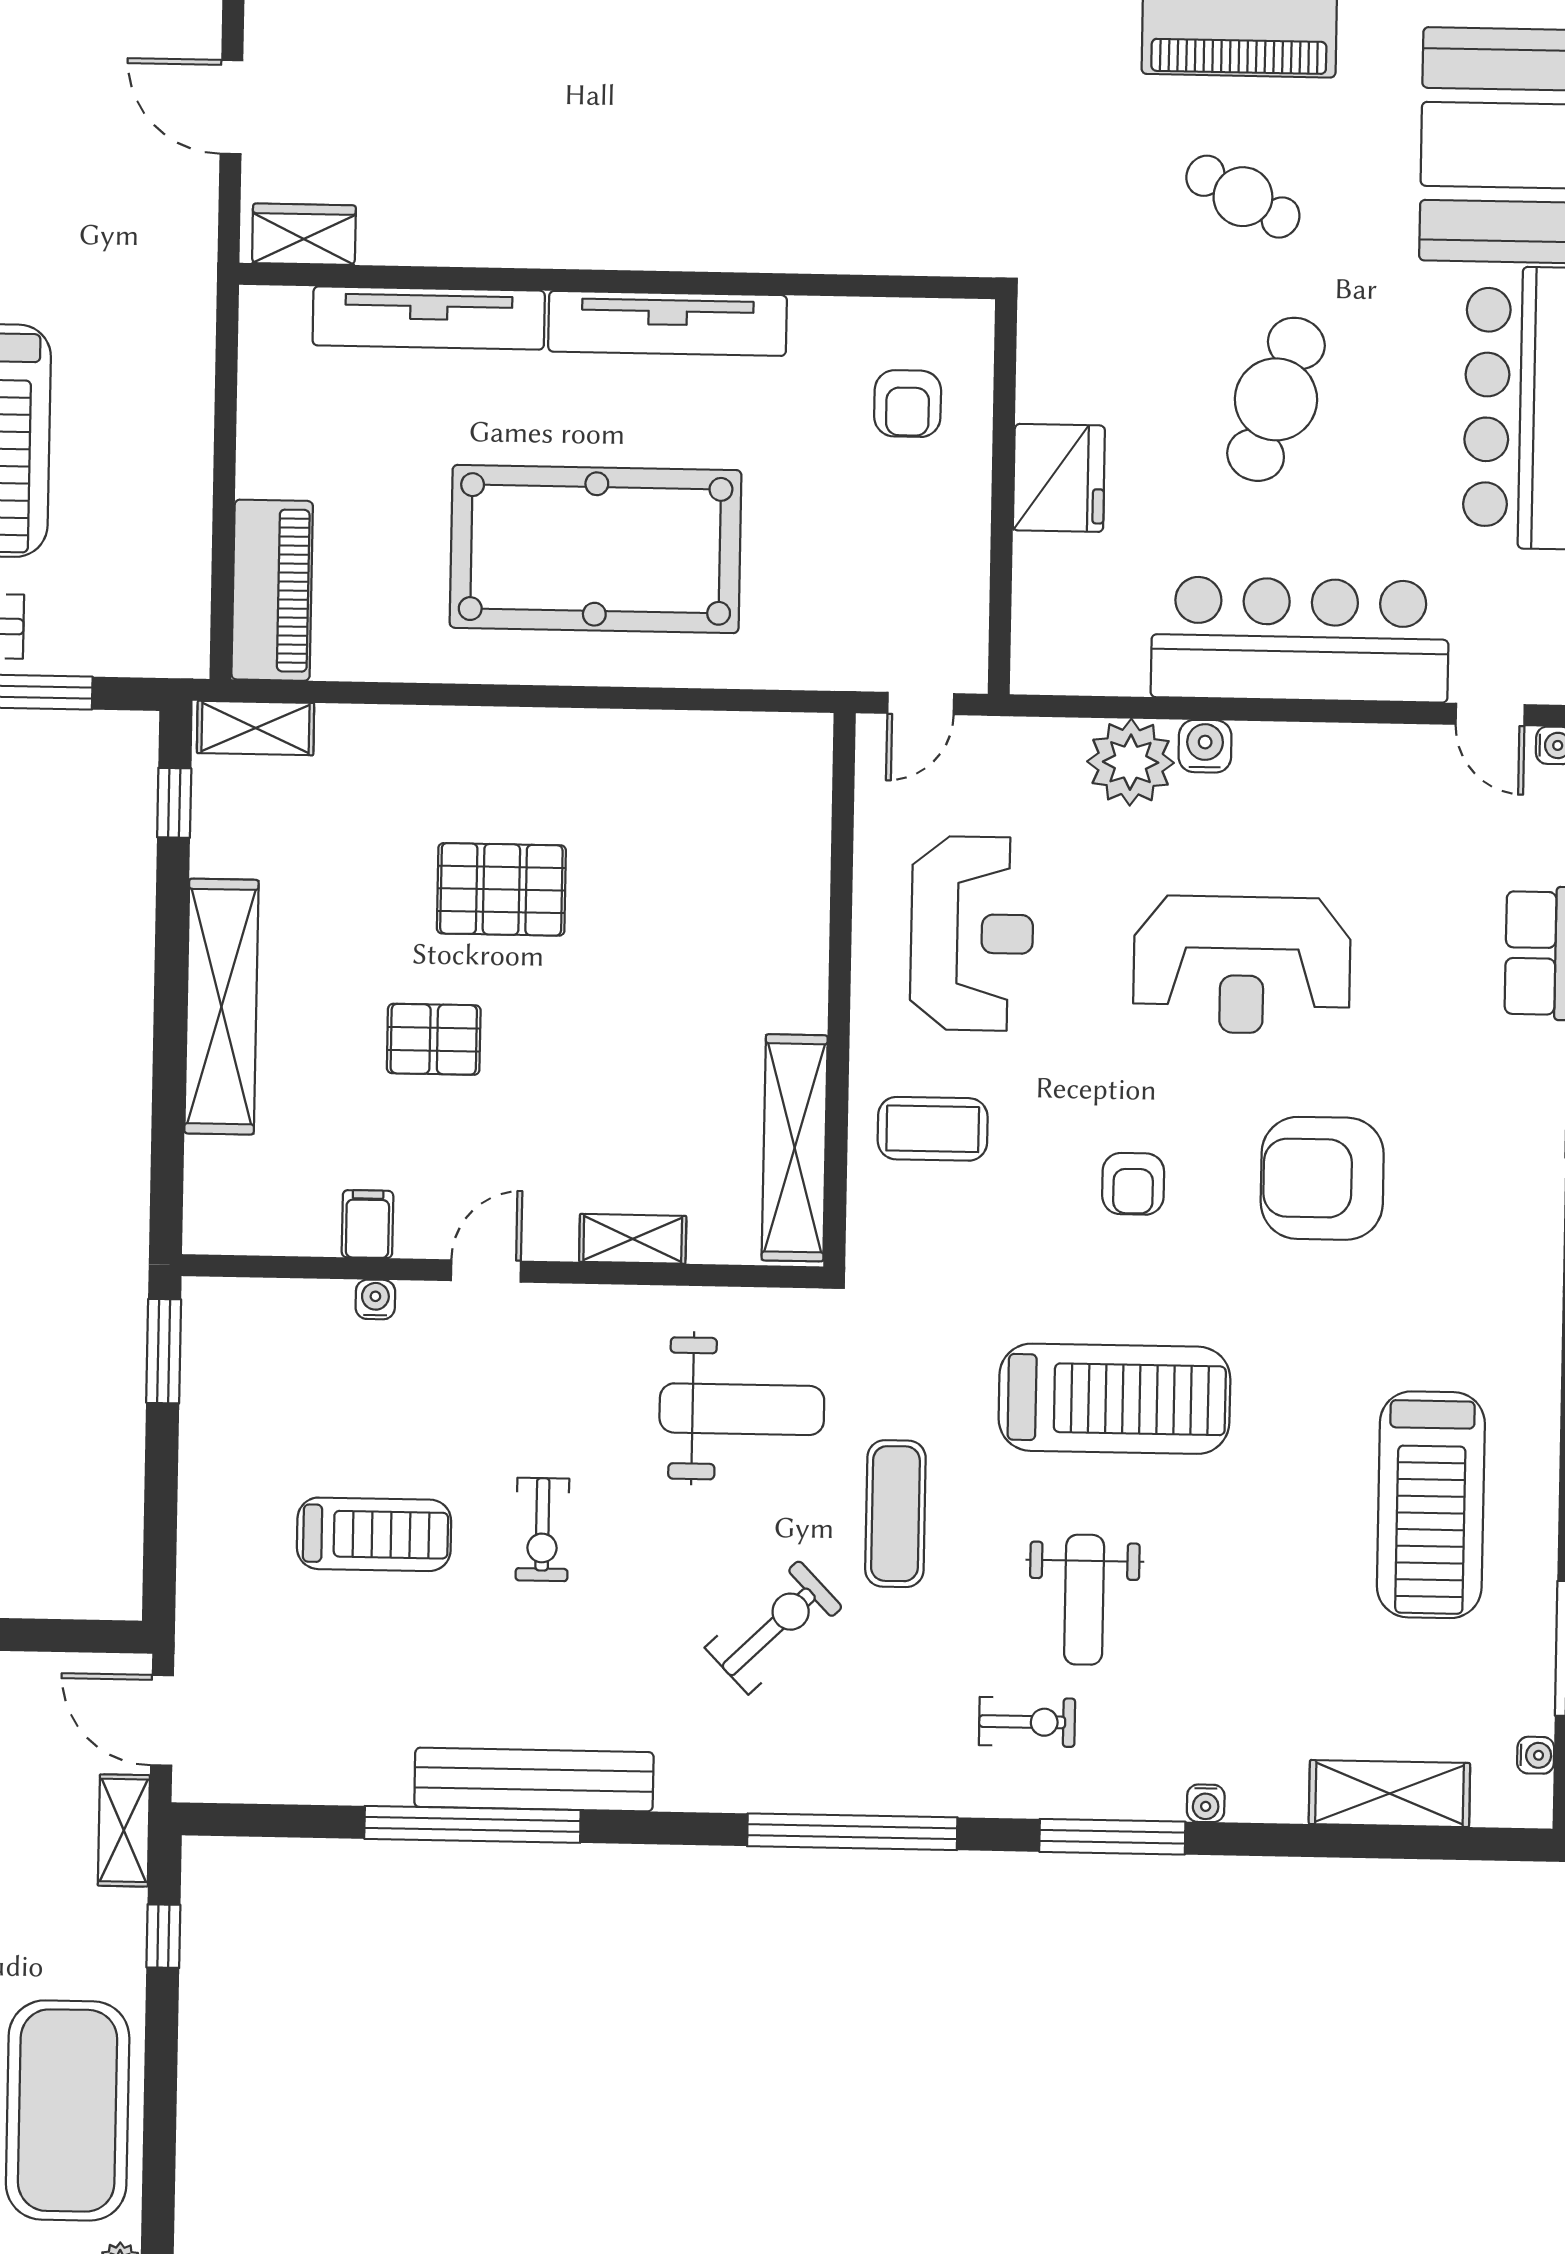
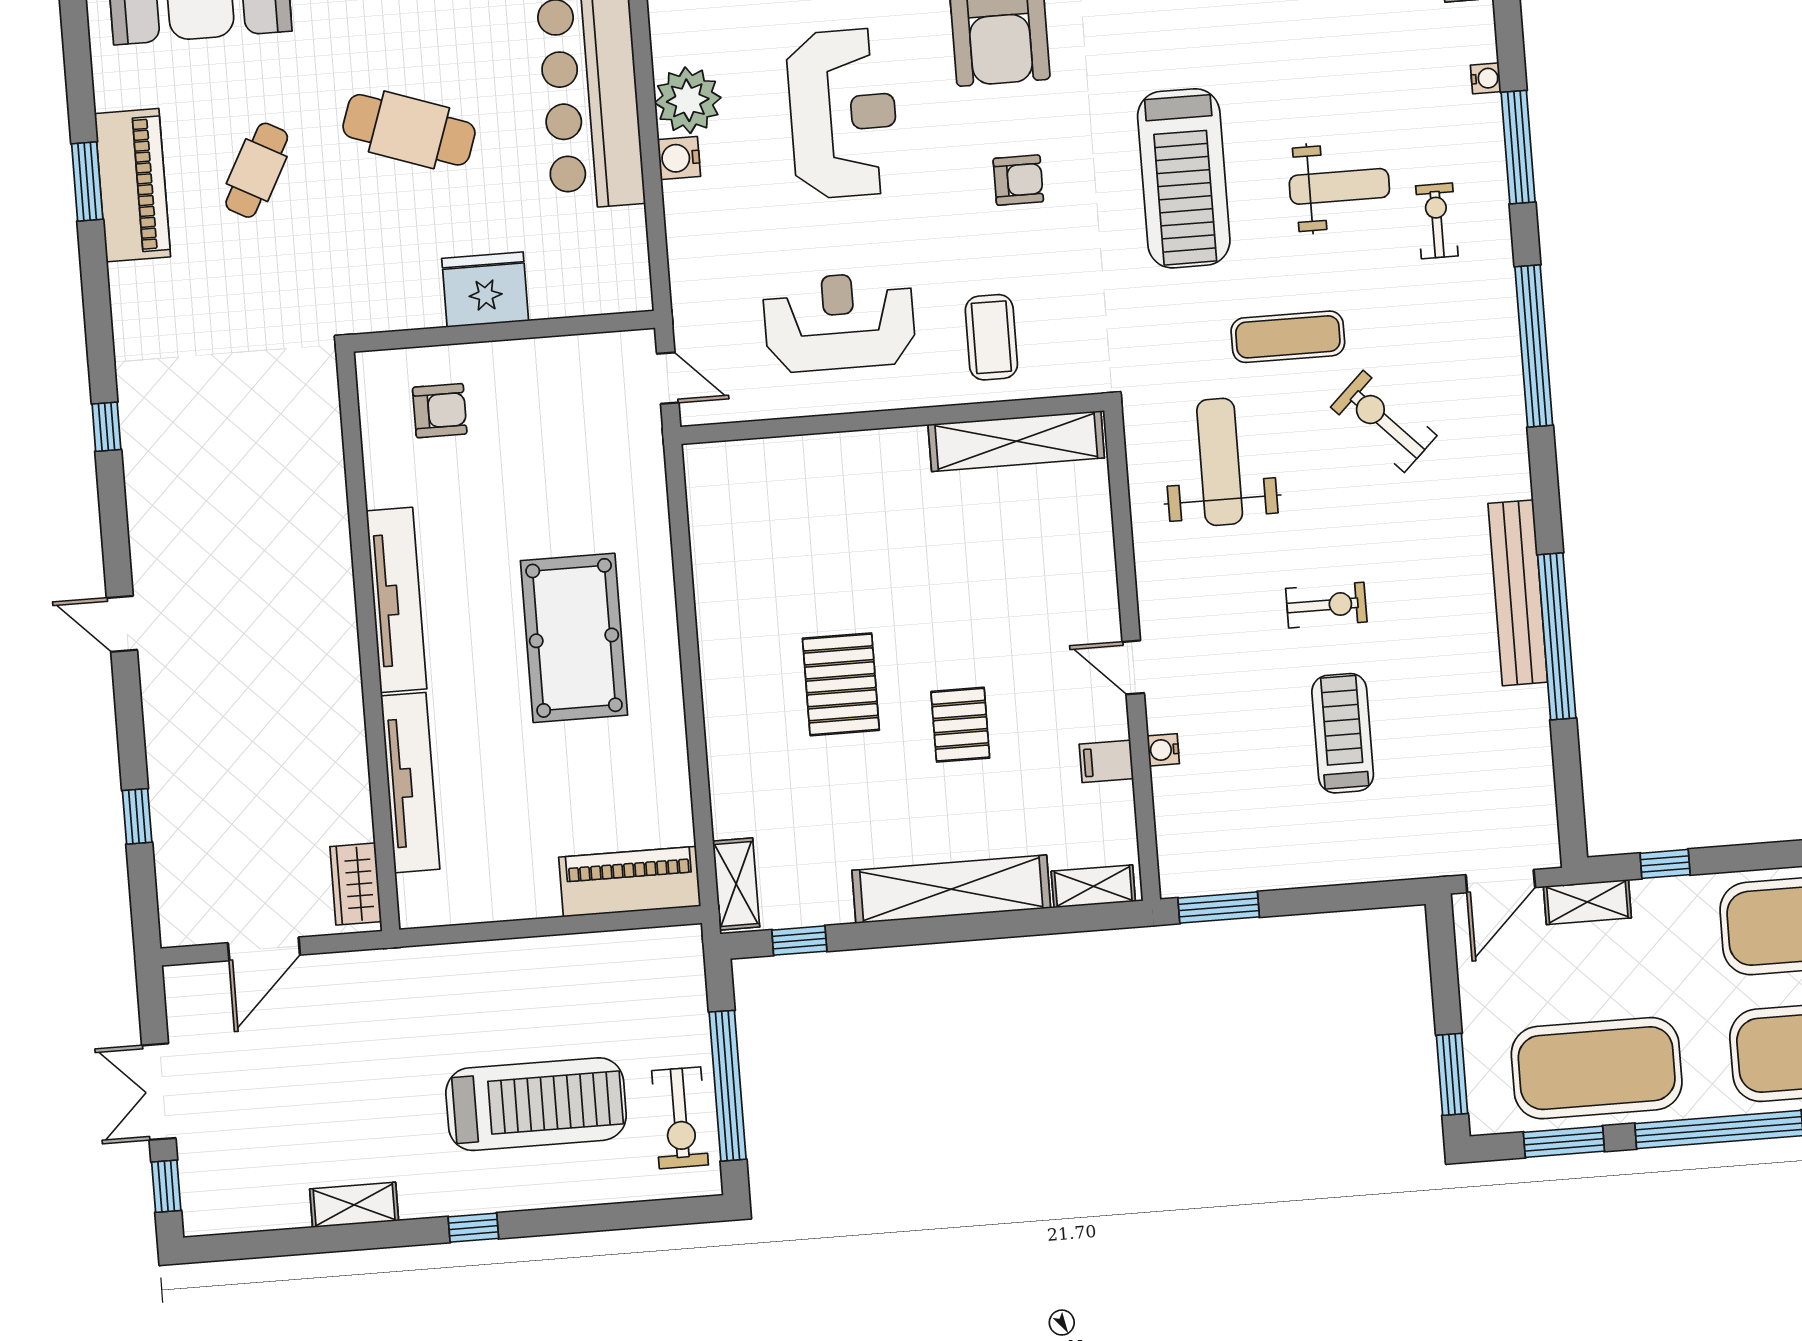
pool table: (596, 549) -> (574, 638), width x0.73, depth x0.76
plant: (1131, 762) -> (688, 100), moved
shelving: (633, 1239) -> (1093, 886), moved, turned 90
treadmill: (1114, 1399) -> (1184, 178), turned 180

